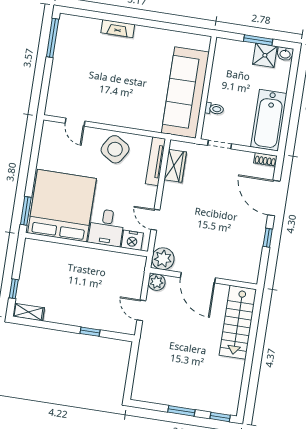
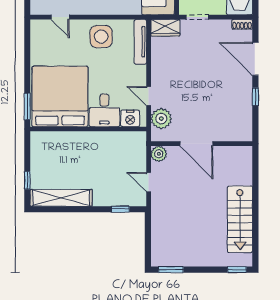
side table: (115, 149) -> (101, 37), turned -32
wardrobe: (175, 166) -> (165, 28), moved, turned 90
plant: (163, 259) -> (161, 119), moved
shelving: (28, 312) -> (61, 198), width x2.20, depth x1.33
stairs: (238, 322) -> (240, 219), moved
window: (90, 332) -> (120, 209), moved
window: (181, 411) -> (171, 270), moved

